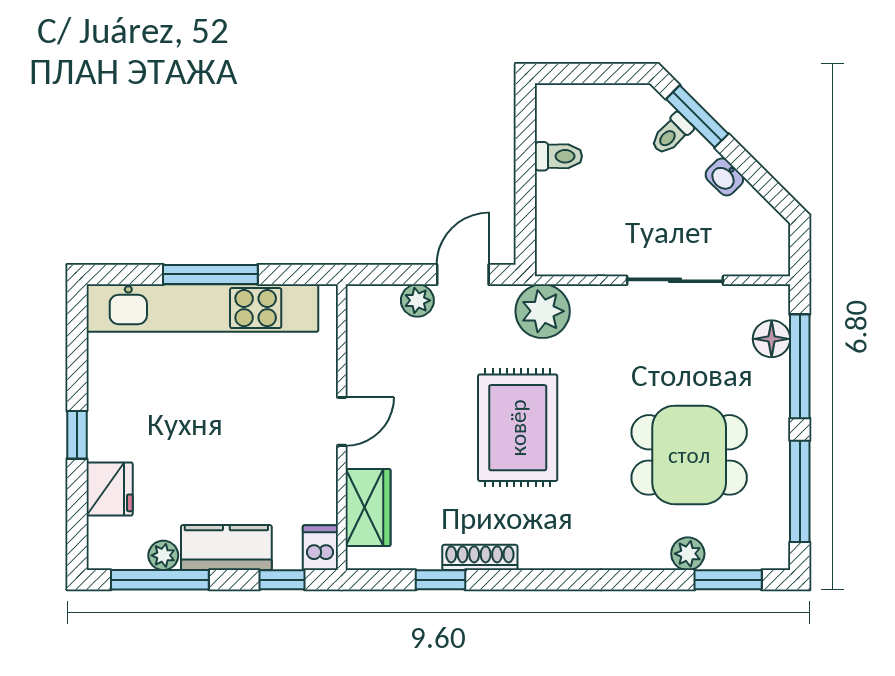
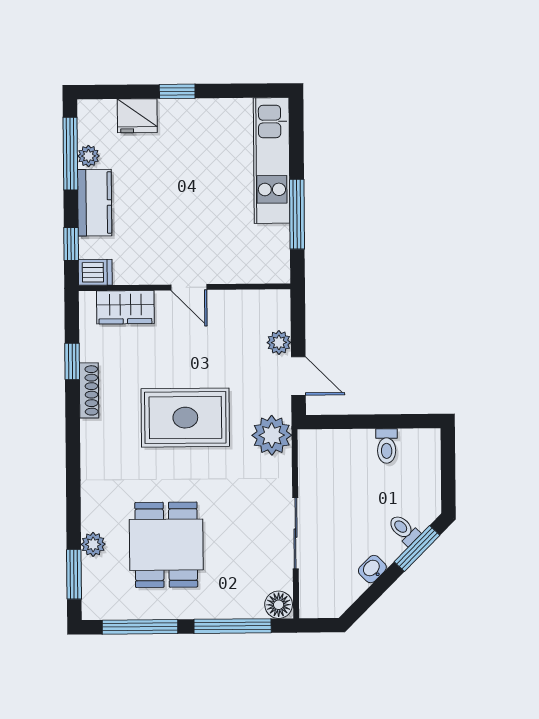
window: (210, 274) -> (297, 214), moved
kitchen unit: (202, 308) -> (272, 160), width x0.73
floor lamp: (772, 339) -> (279, 605), moved

